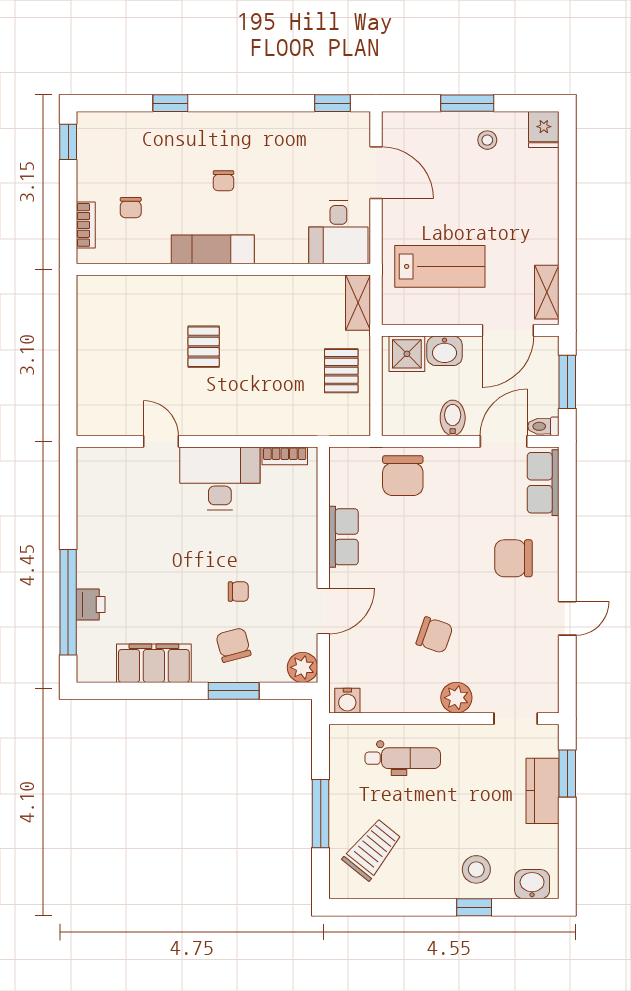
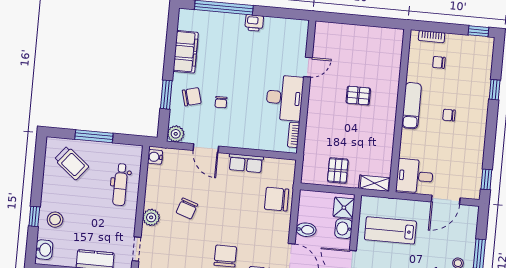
lab bench: (440, 266) -> (390, 230), turned 90
pallet: (341, 371) -> (338, 170), turned 90
printer: (91, 604) -> (254, 23), moved

